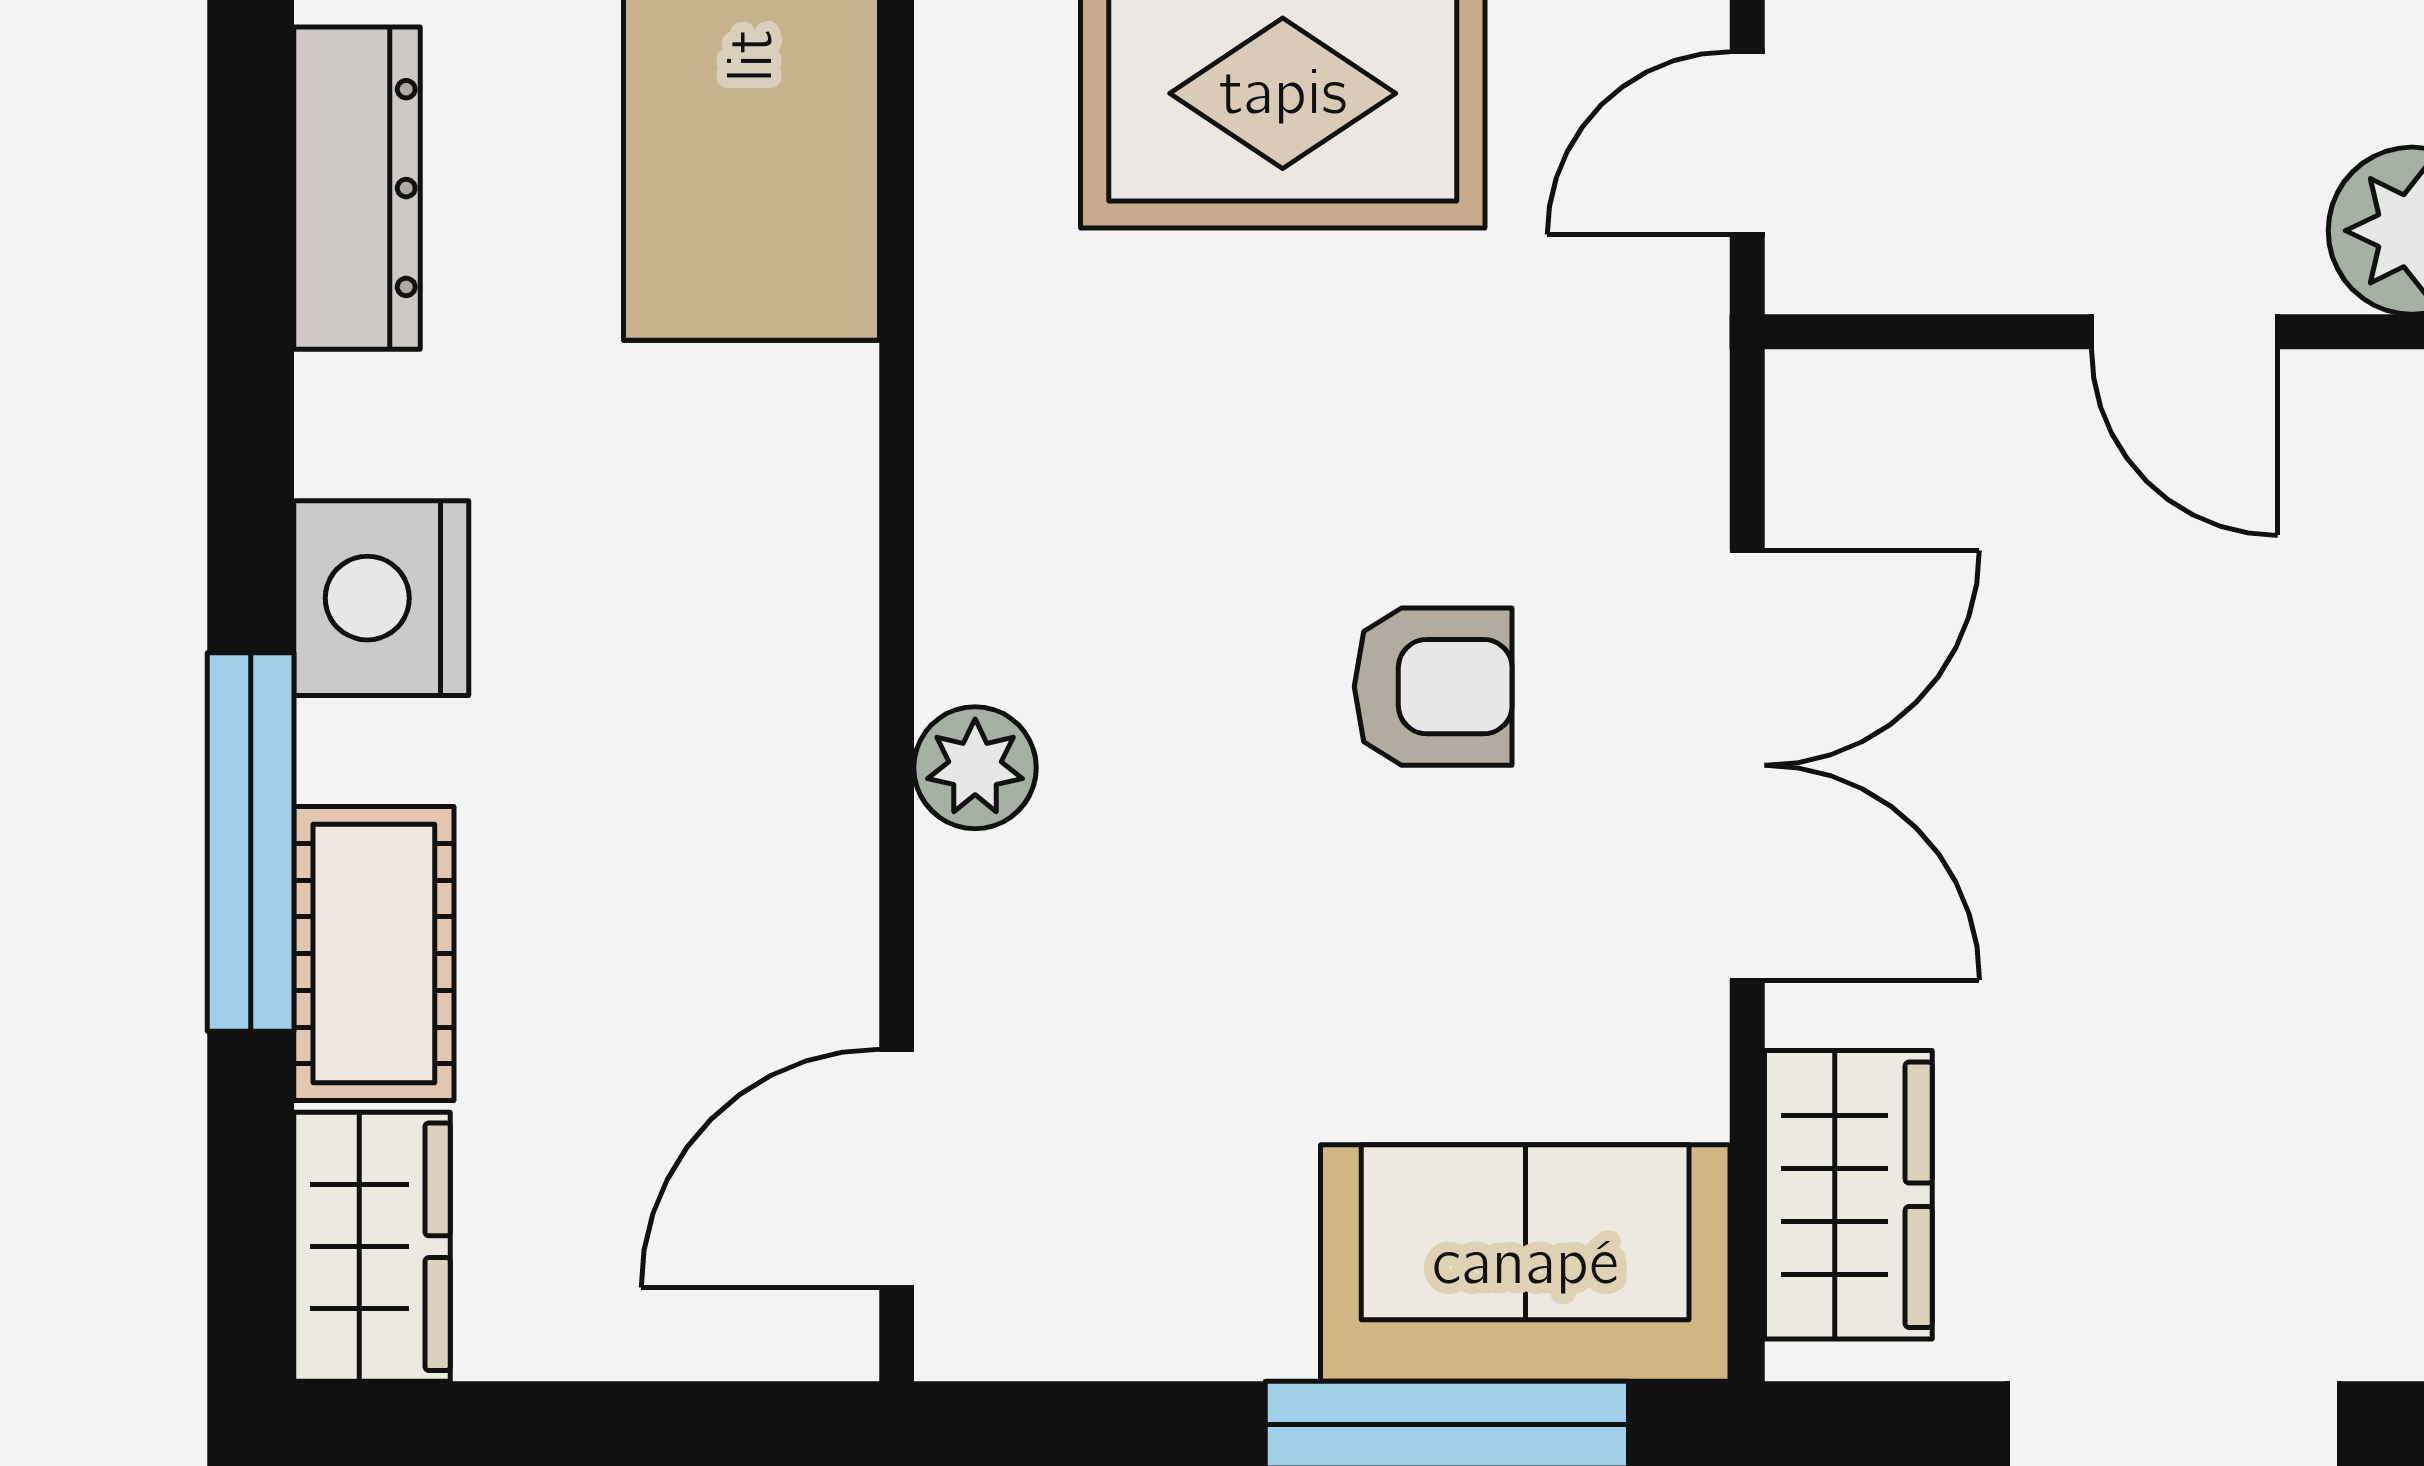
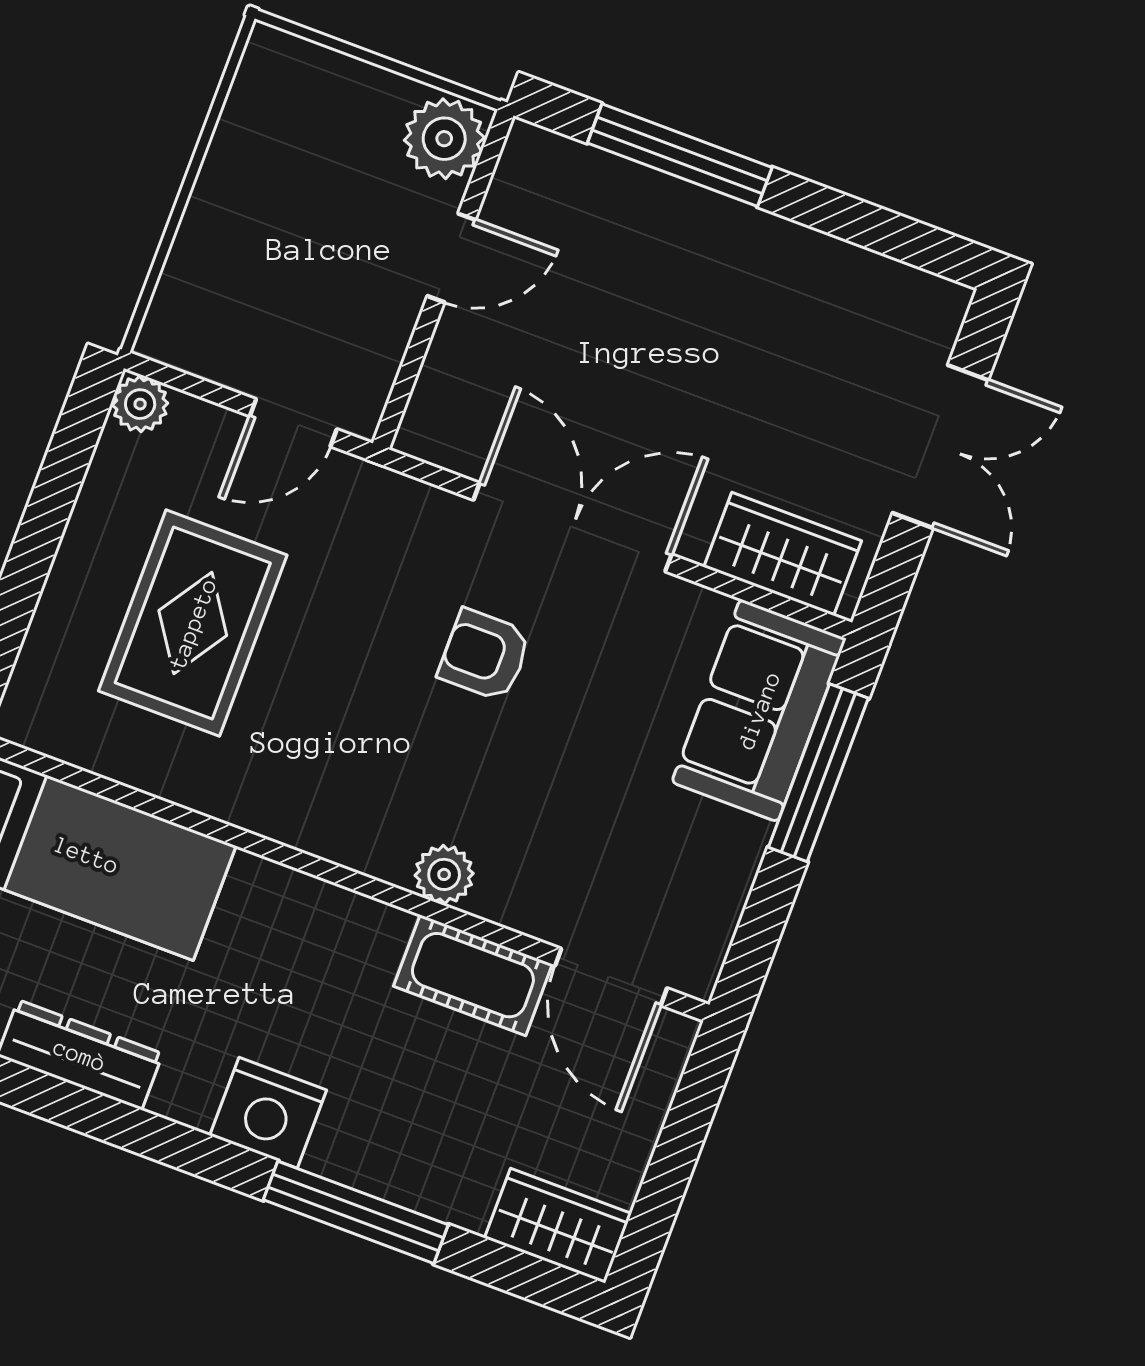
door: (1747, 143) -> (293, 423), hinge flipped
armchair: (1433, 687) -> (485, 655), turned -90
cot: (374, 954) -> (473, 975), moved

